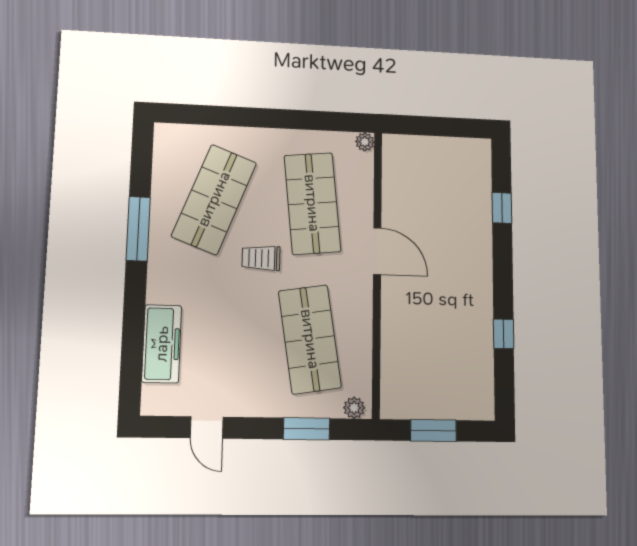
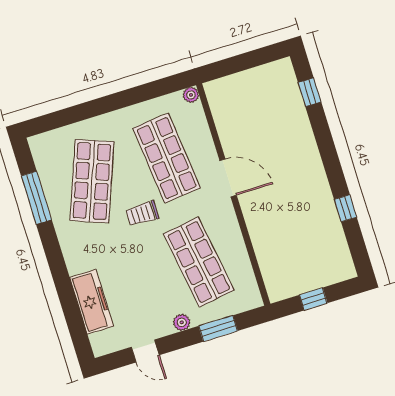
window: (502, 208) -> (310, 92), moved
window: (138, 229) -> (36, 198), moved
plant: (354, 408) -> (182, 322), moved
window: (433, 430) -> (313, 299), width x0.67

